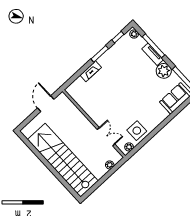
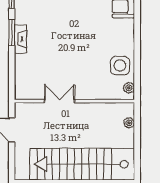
fireplace: (91, 71) -> (21, 39), moved
double door: (106, 137) -> (60, 101), moved

